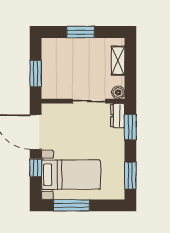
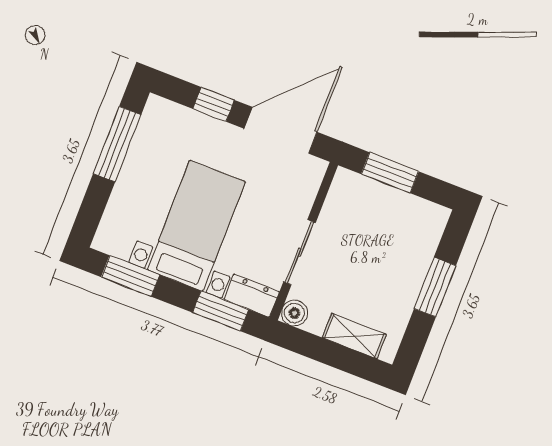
bed with nightstands: (71, 175) -> (196, 226), moved, turned 180

